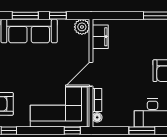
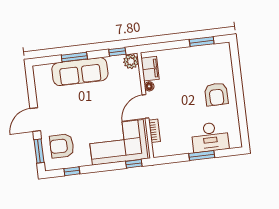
window: (58, 16) -> (117, 52), moved
floor lamp: (97, 117) -> (149, 86), moved

